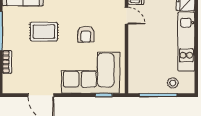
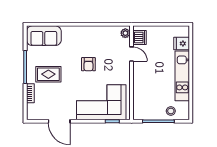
rug: (44, 32) -> (48, 74), moved
armchair: (86, 34) -> (88, 64), moved

